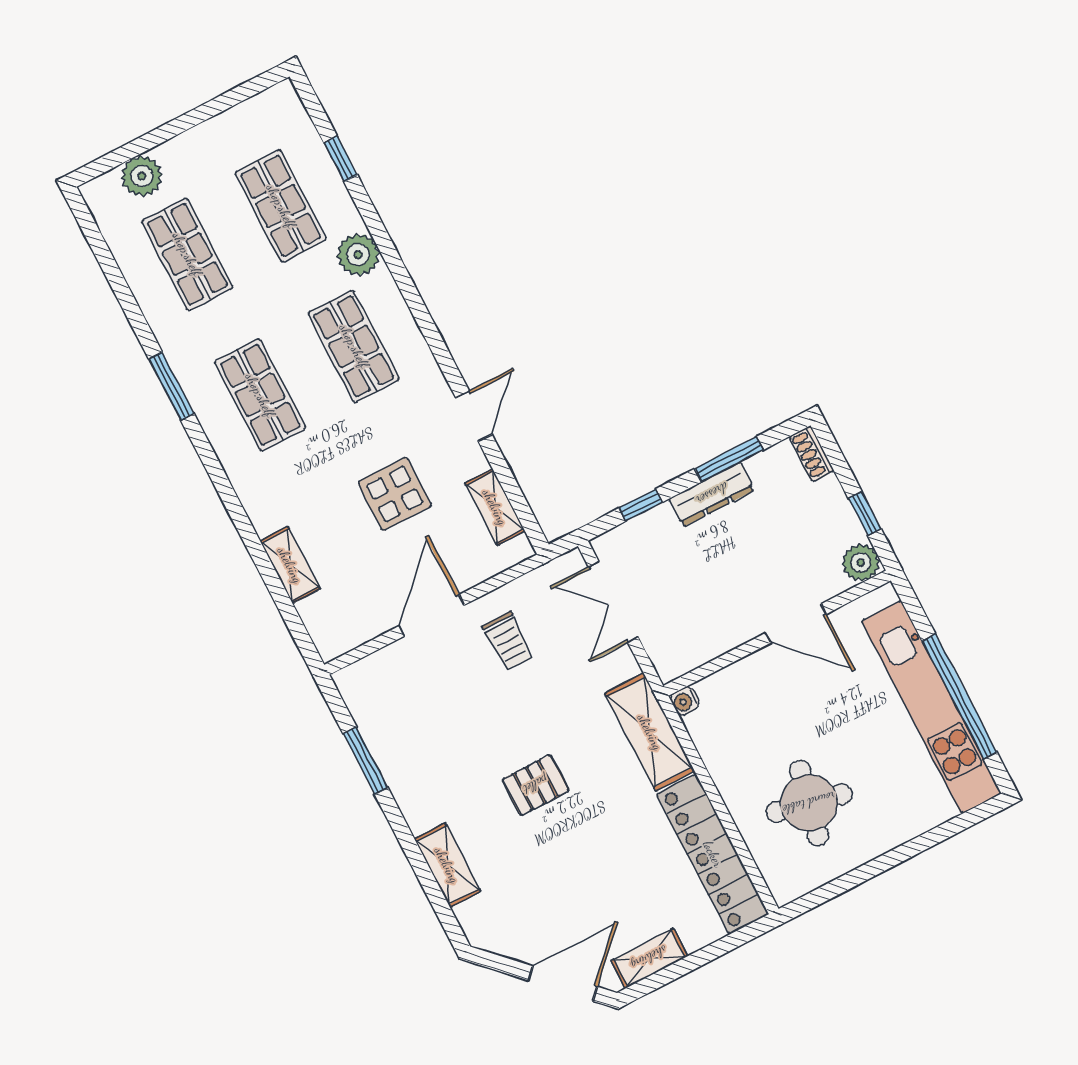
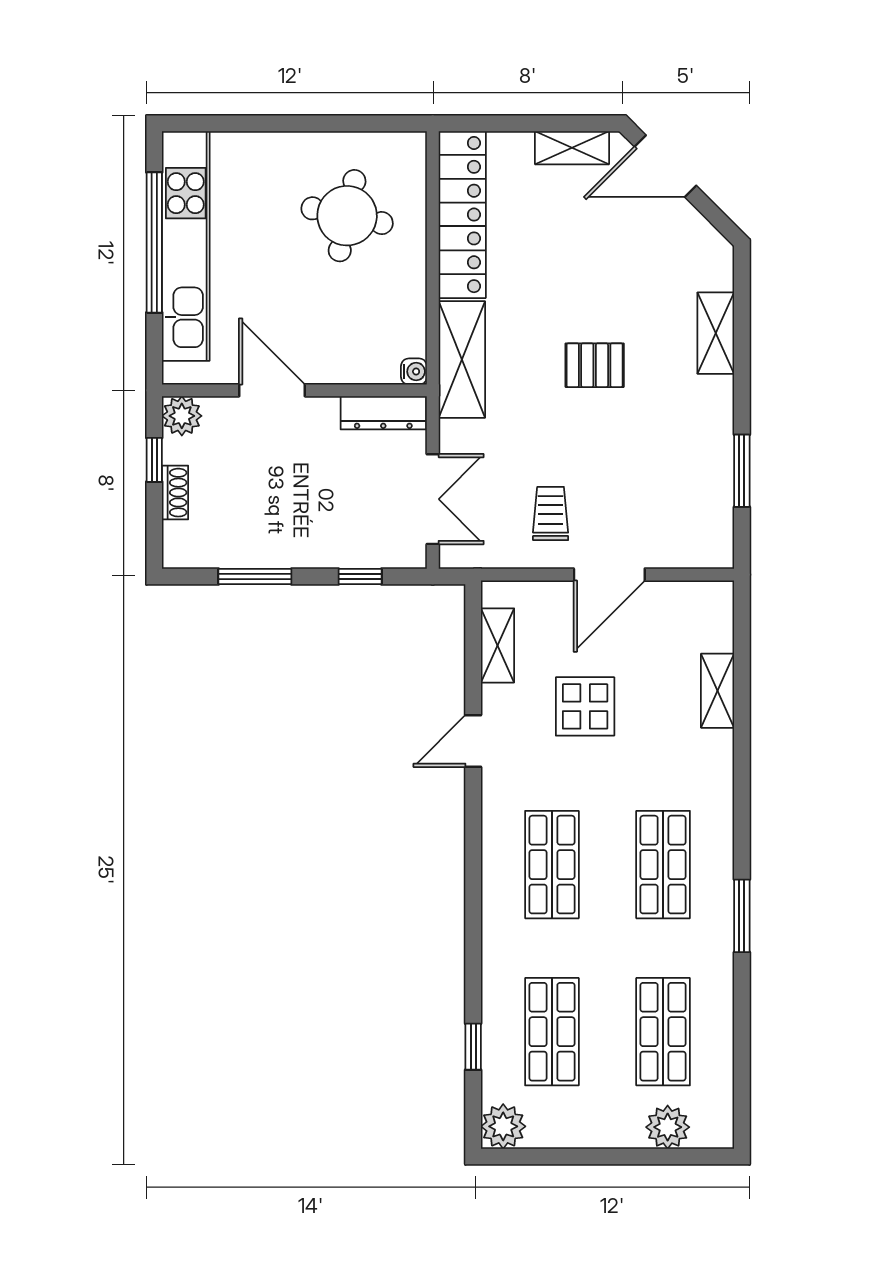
plant: (358, 255) -> (503, 1126), moved
shoe rack: (811, 454) -> (175, 493), moved
dresser: (712, 494) -> (383, 413), moved, turned 180

